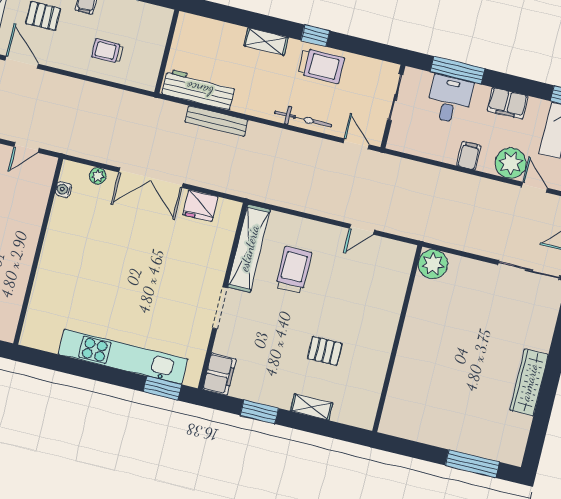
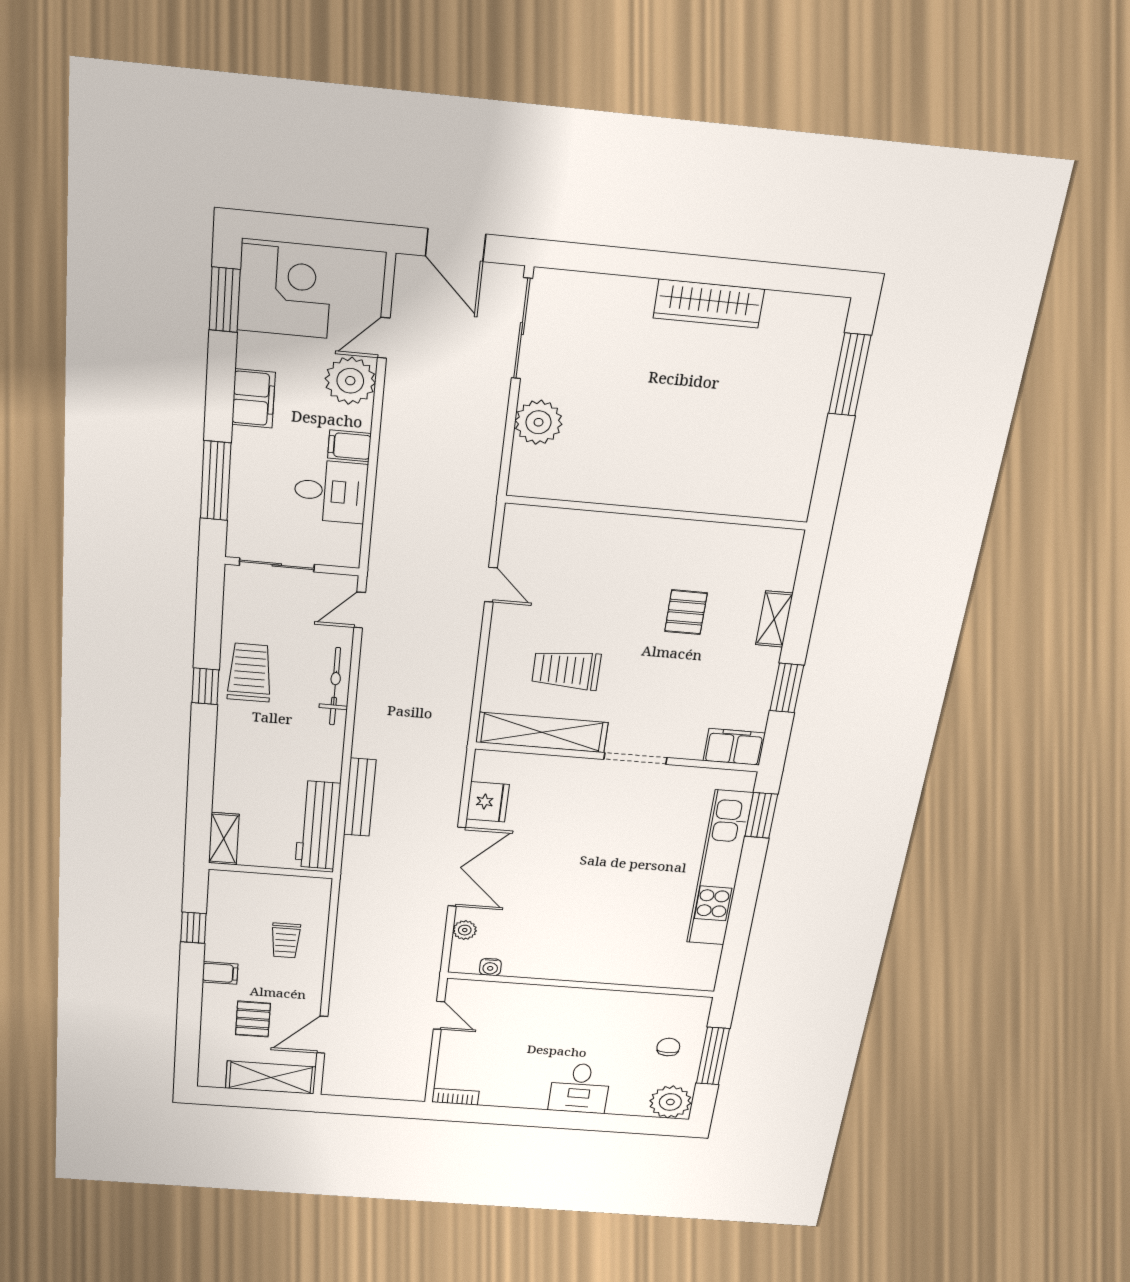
shelving: (266, 41) -> (224, 839), moved
desk: (450, 99) -> (331, 491), moved, turned 180
plant: (433, 264) -> (539, 422), moved

